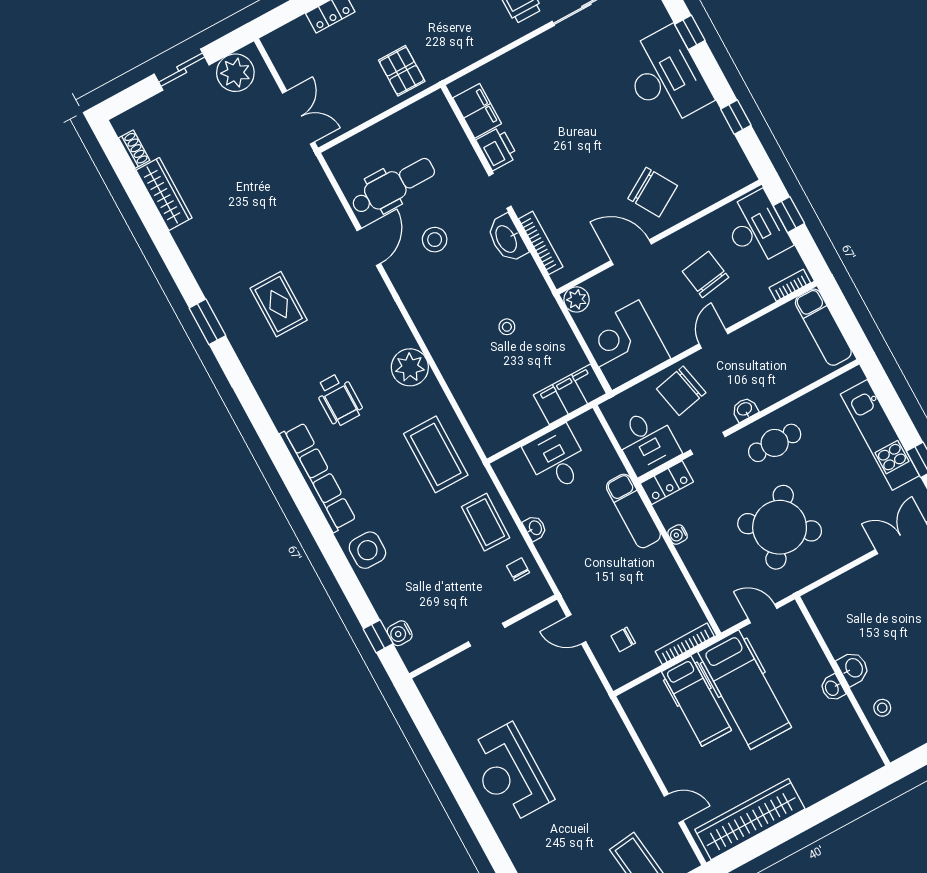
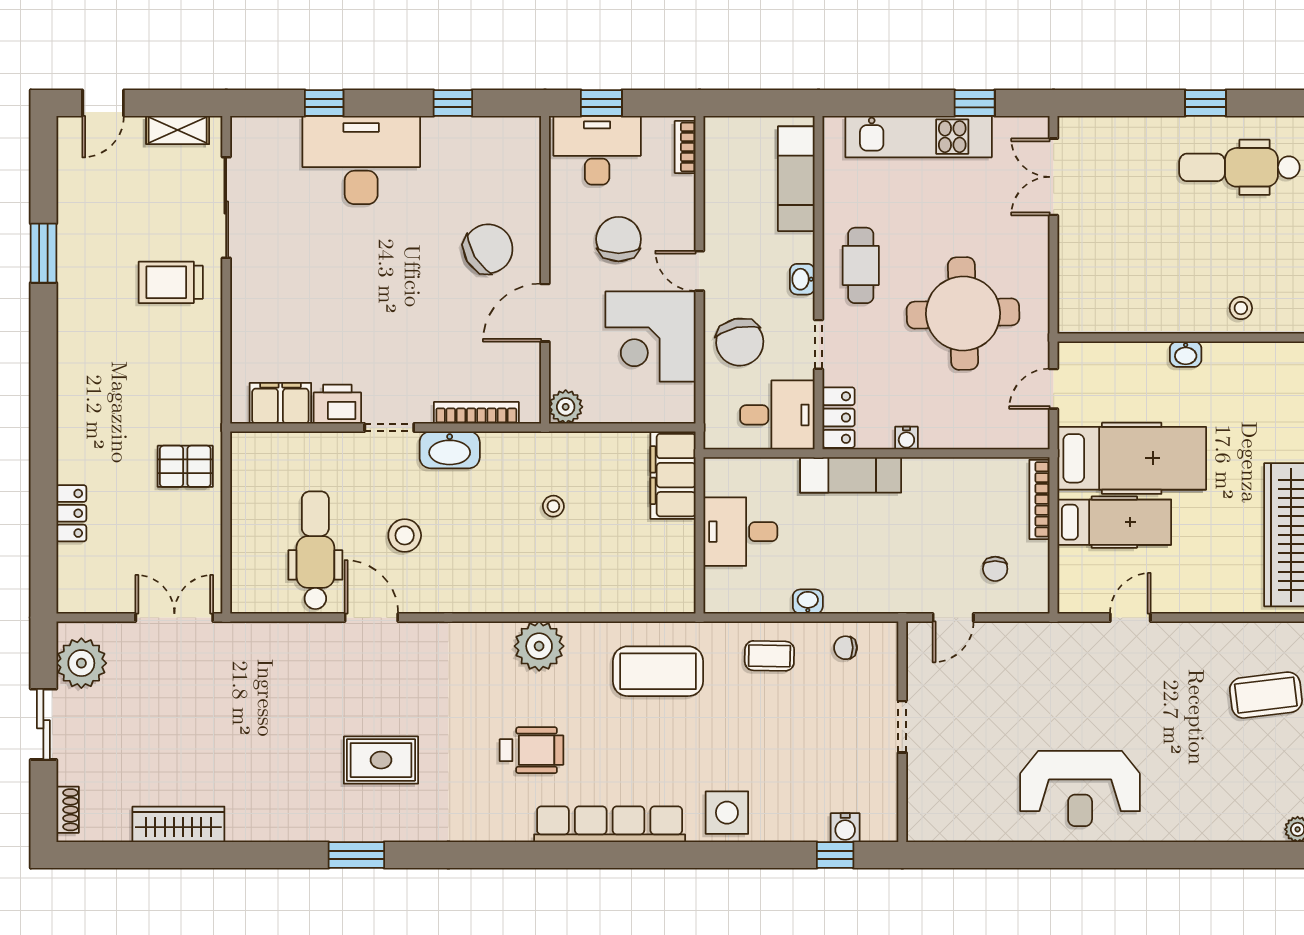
shoe rack: (134, 149) -> (68, 810), moved, turned 90
chair: (706, 274) -> (619, 239), turned 99
exam couch: (823, 327) -> (796, 179), moved, turned 90
corner desk: (625, 345) -> (651, 336), moved
coffee table: (486, 522) -> (769, 656), width x0.73, depth x0.77
round table: (780, 527) -> (963, 314), turned -37
washbasin: (853, 668) -> (1176, 317), removed
door: (674, 808) -> (1130, 617), moved

